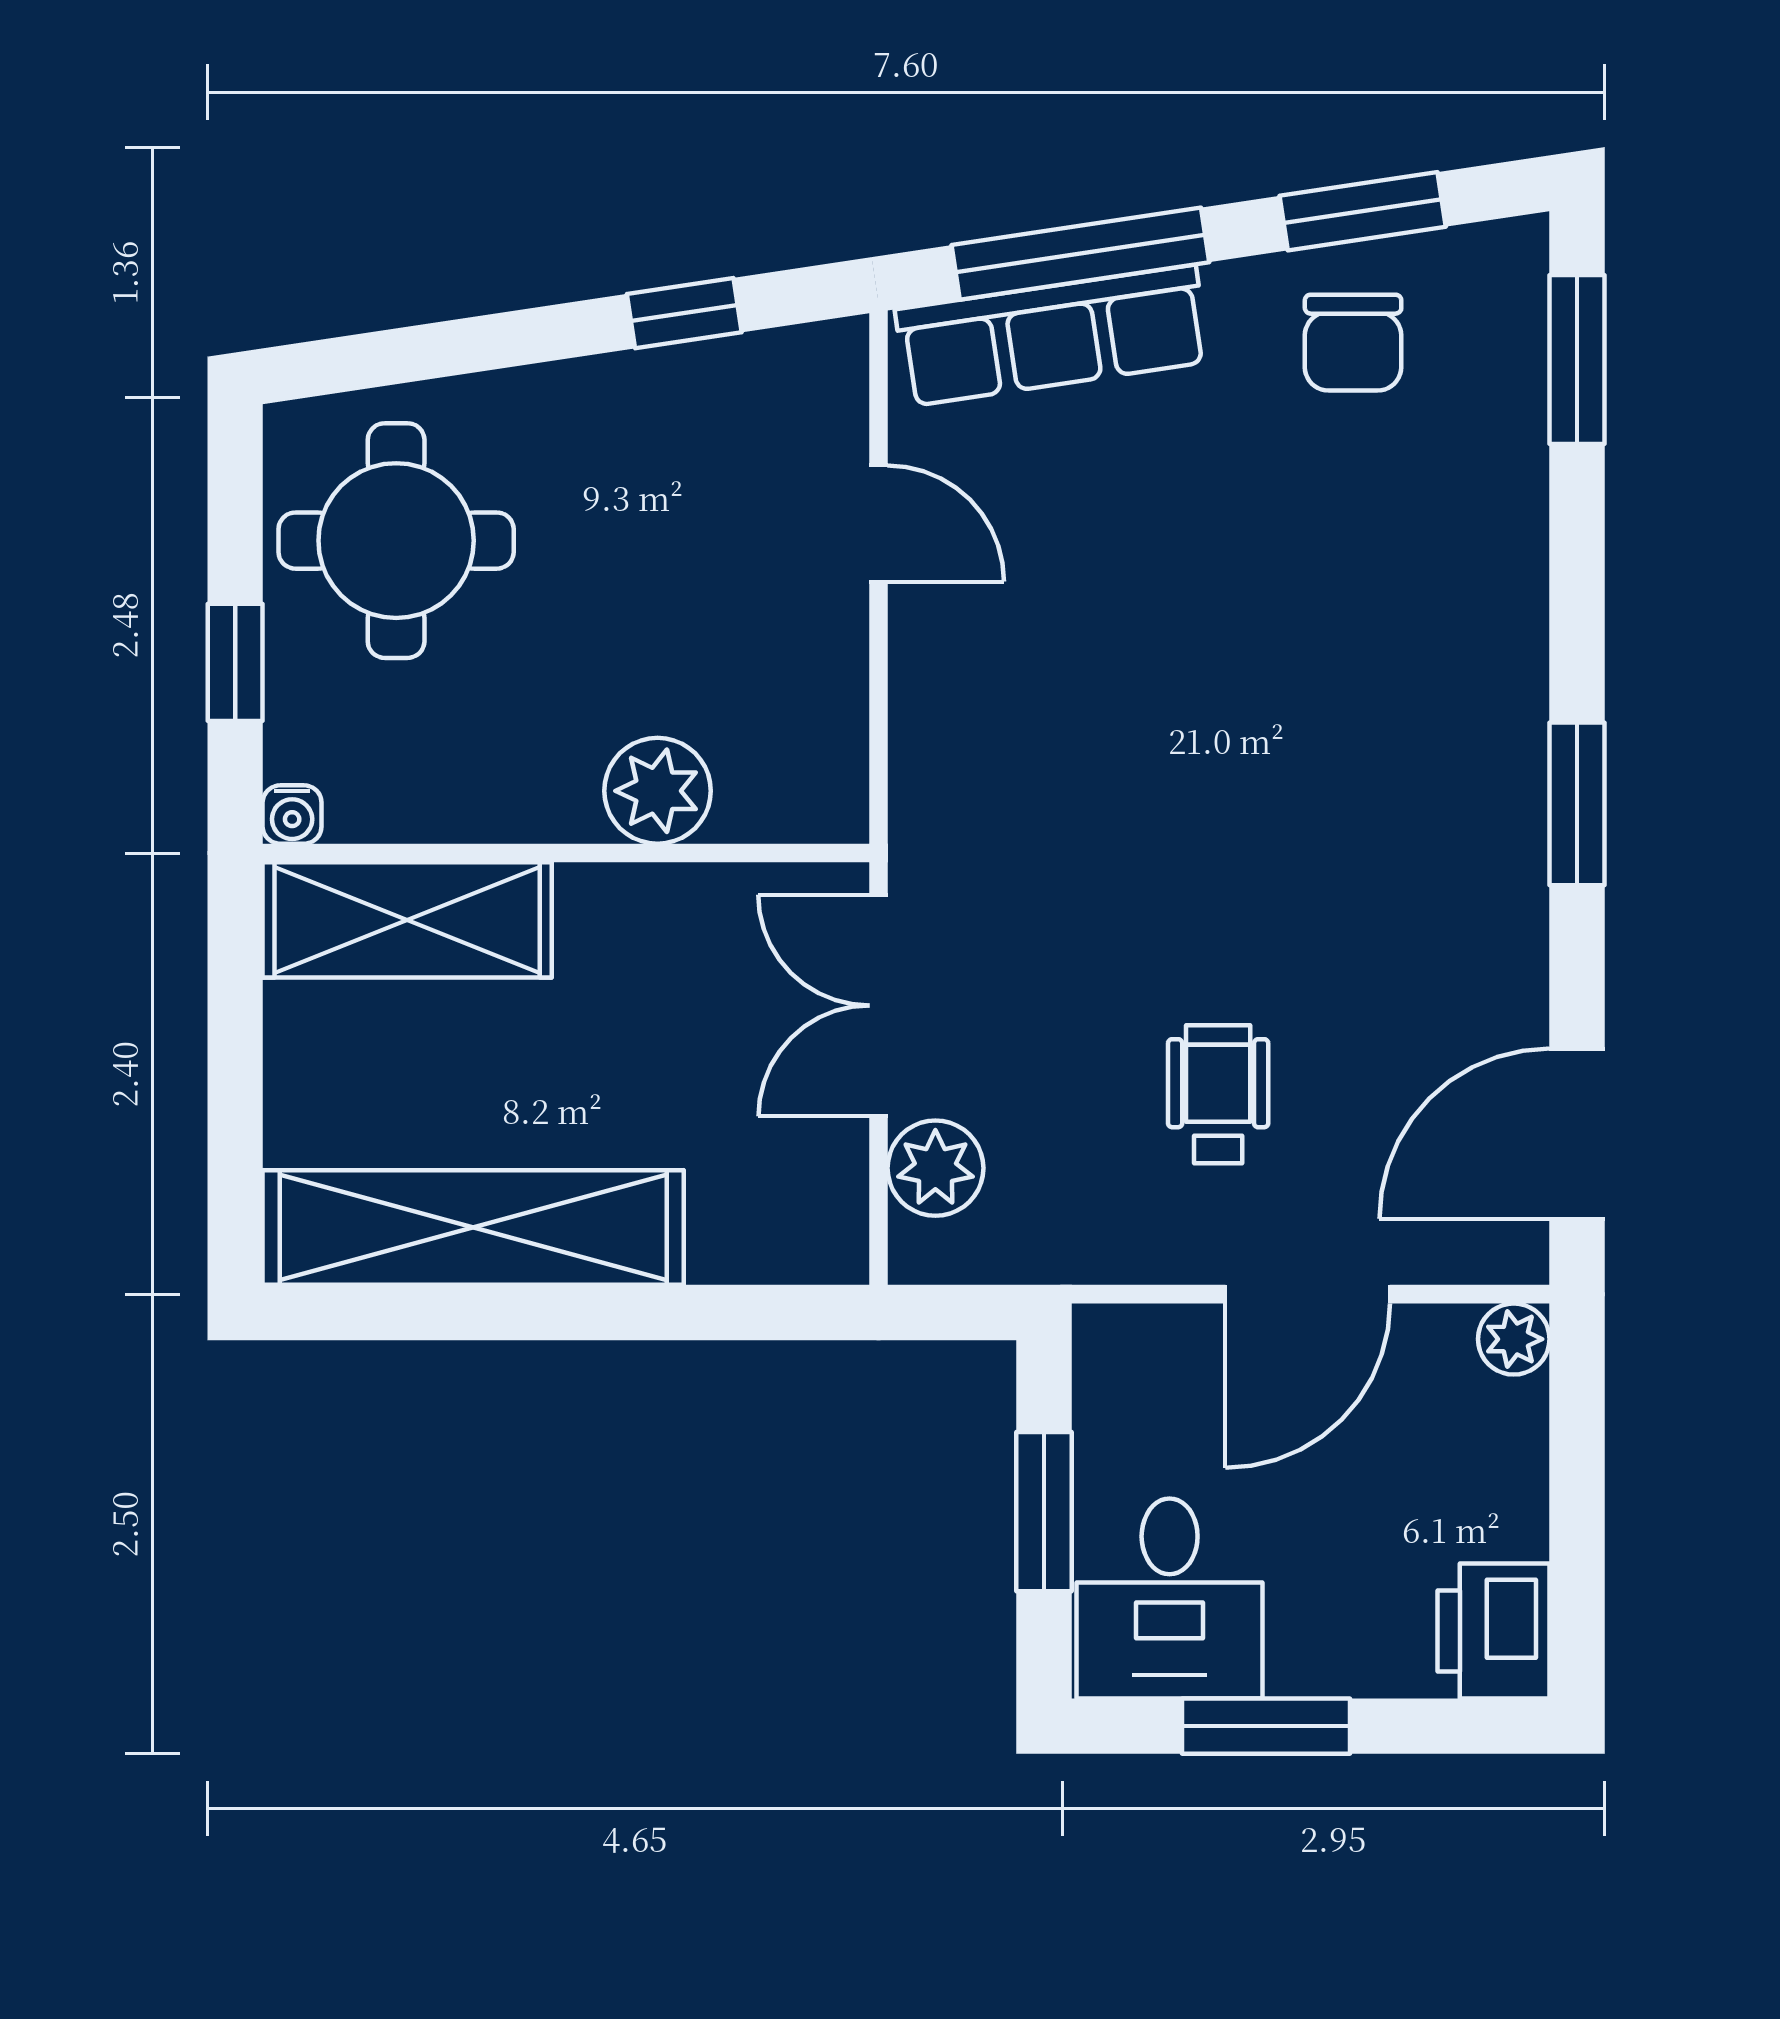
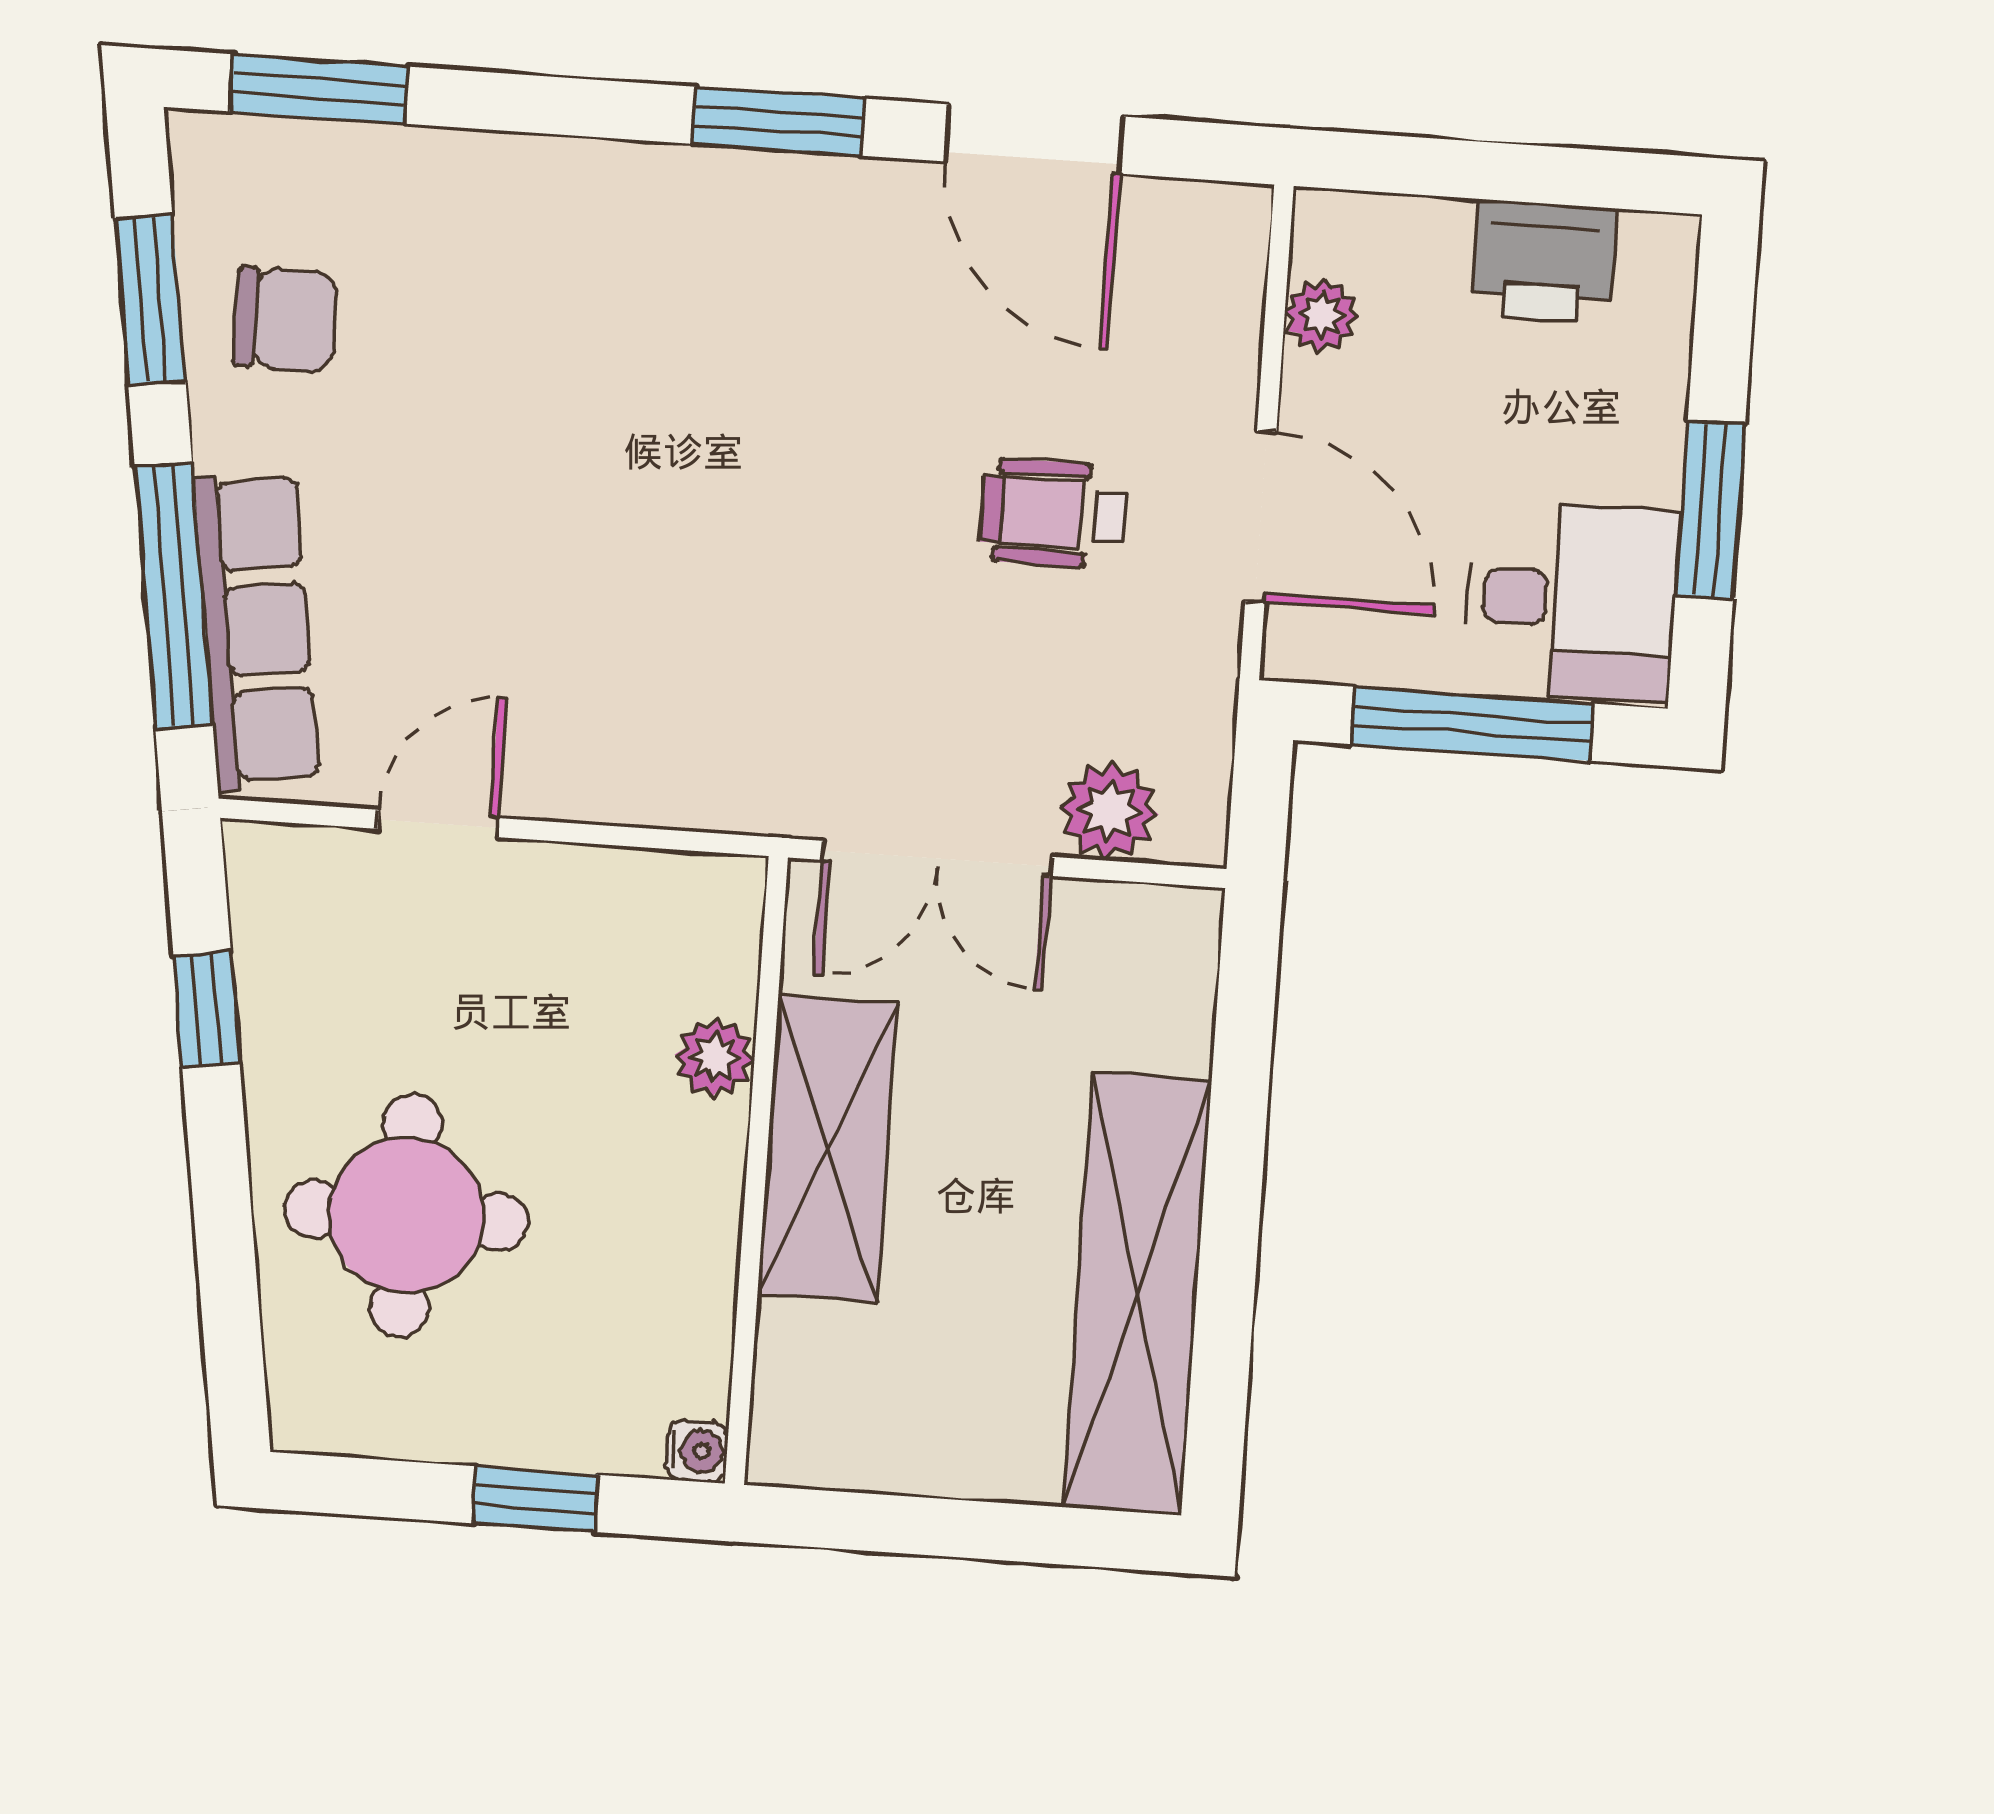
round table: (396, 541) -> (406, 1215), moved
plant: (658, 791) -> (715, 1058), width x0.73, depth x0.73
shelving: (407, 920) -> (828, 1149), moved
door: (1577, 1134) -> (1034, 139), moved
door: (1308, 1294) -> (1261, 517), moved
plant: (1514, 1339) -> (1322, 315), moved
window: (1044, 1512) -> (1472, 724), width x1.44
printer: (1494, 1631) -> (1544, 261), moved

